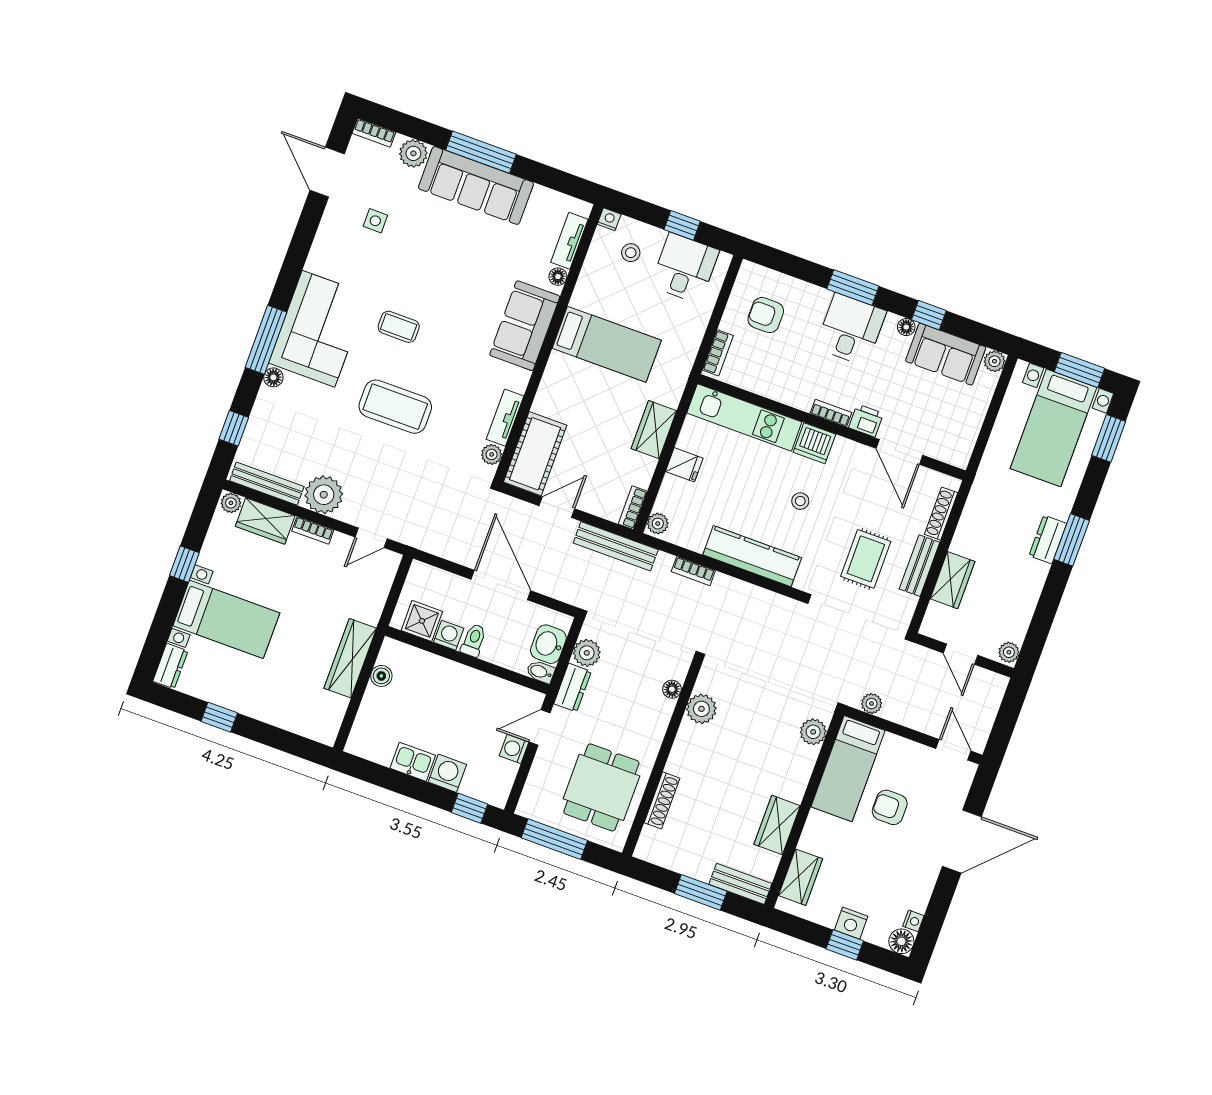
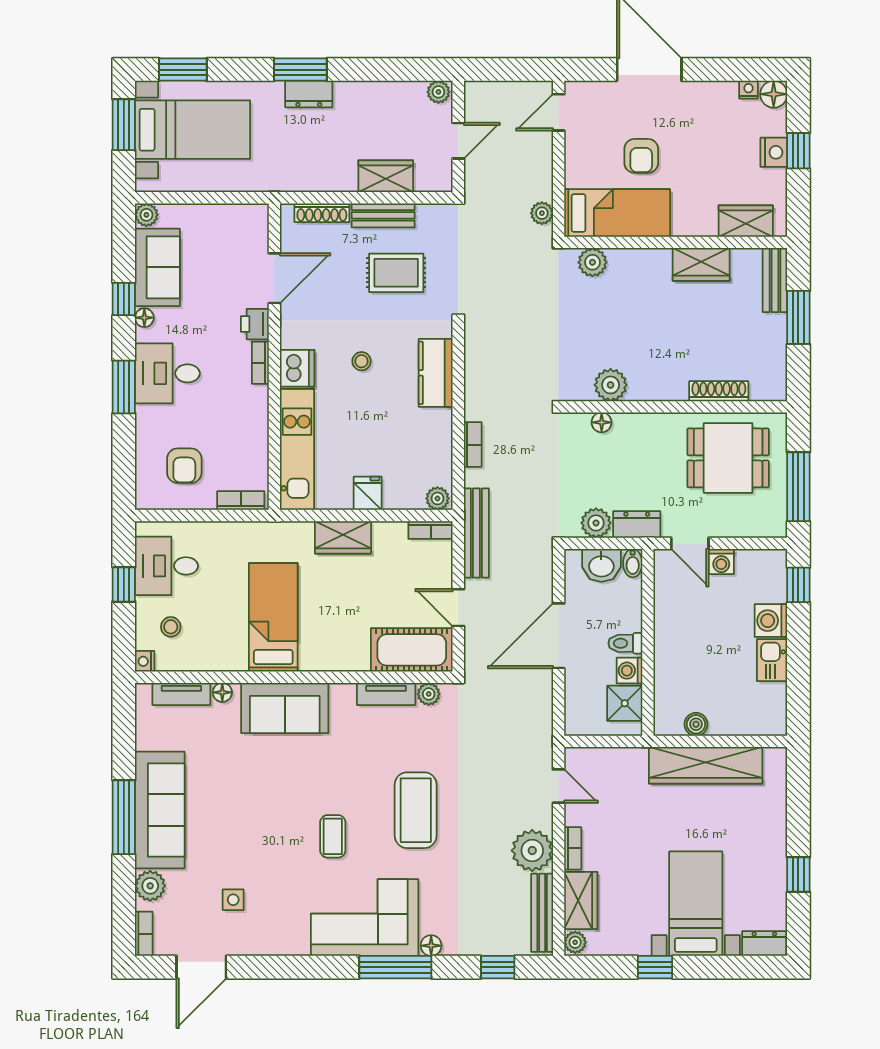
kitchen counter: (752, 556) -> (436, 373), width x0.67
wardrobe: (350, 658) -> (706, 765), width x1.40, depth x1.17

